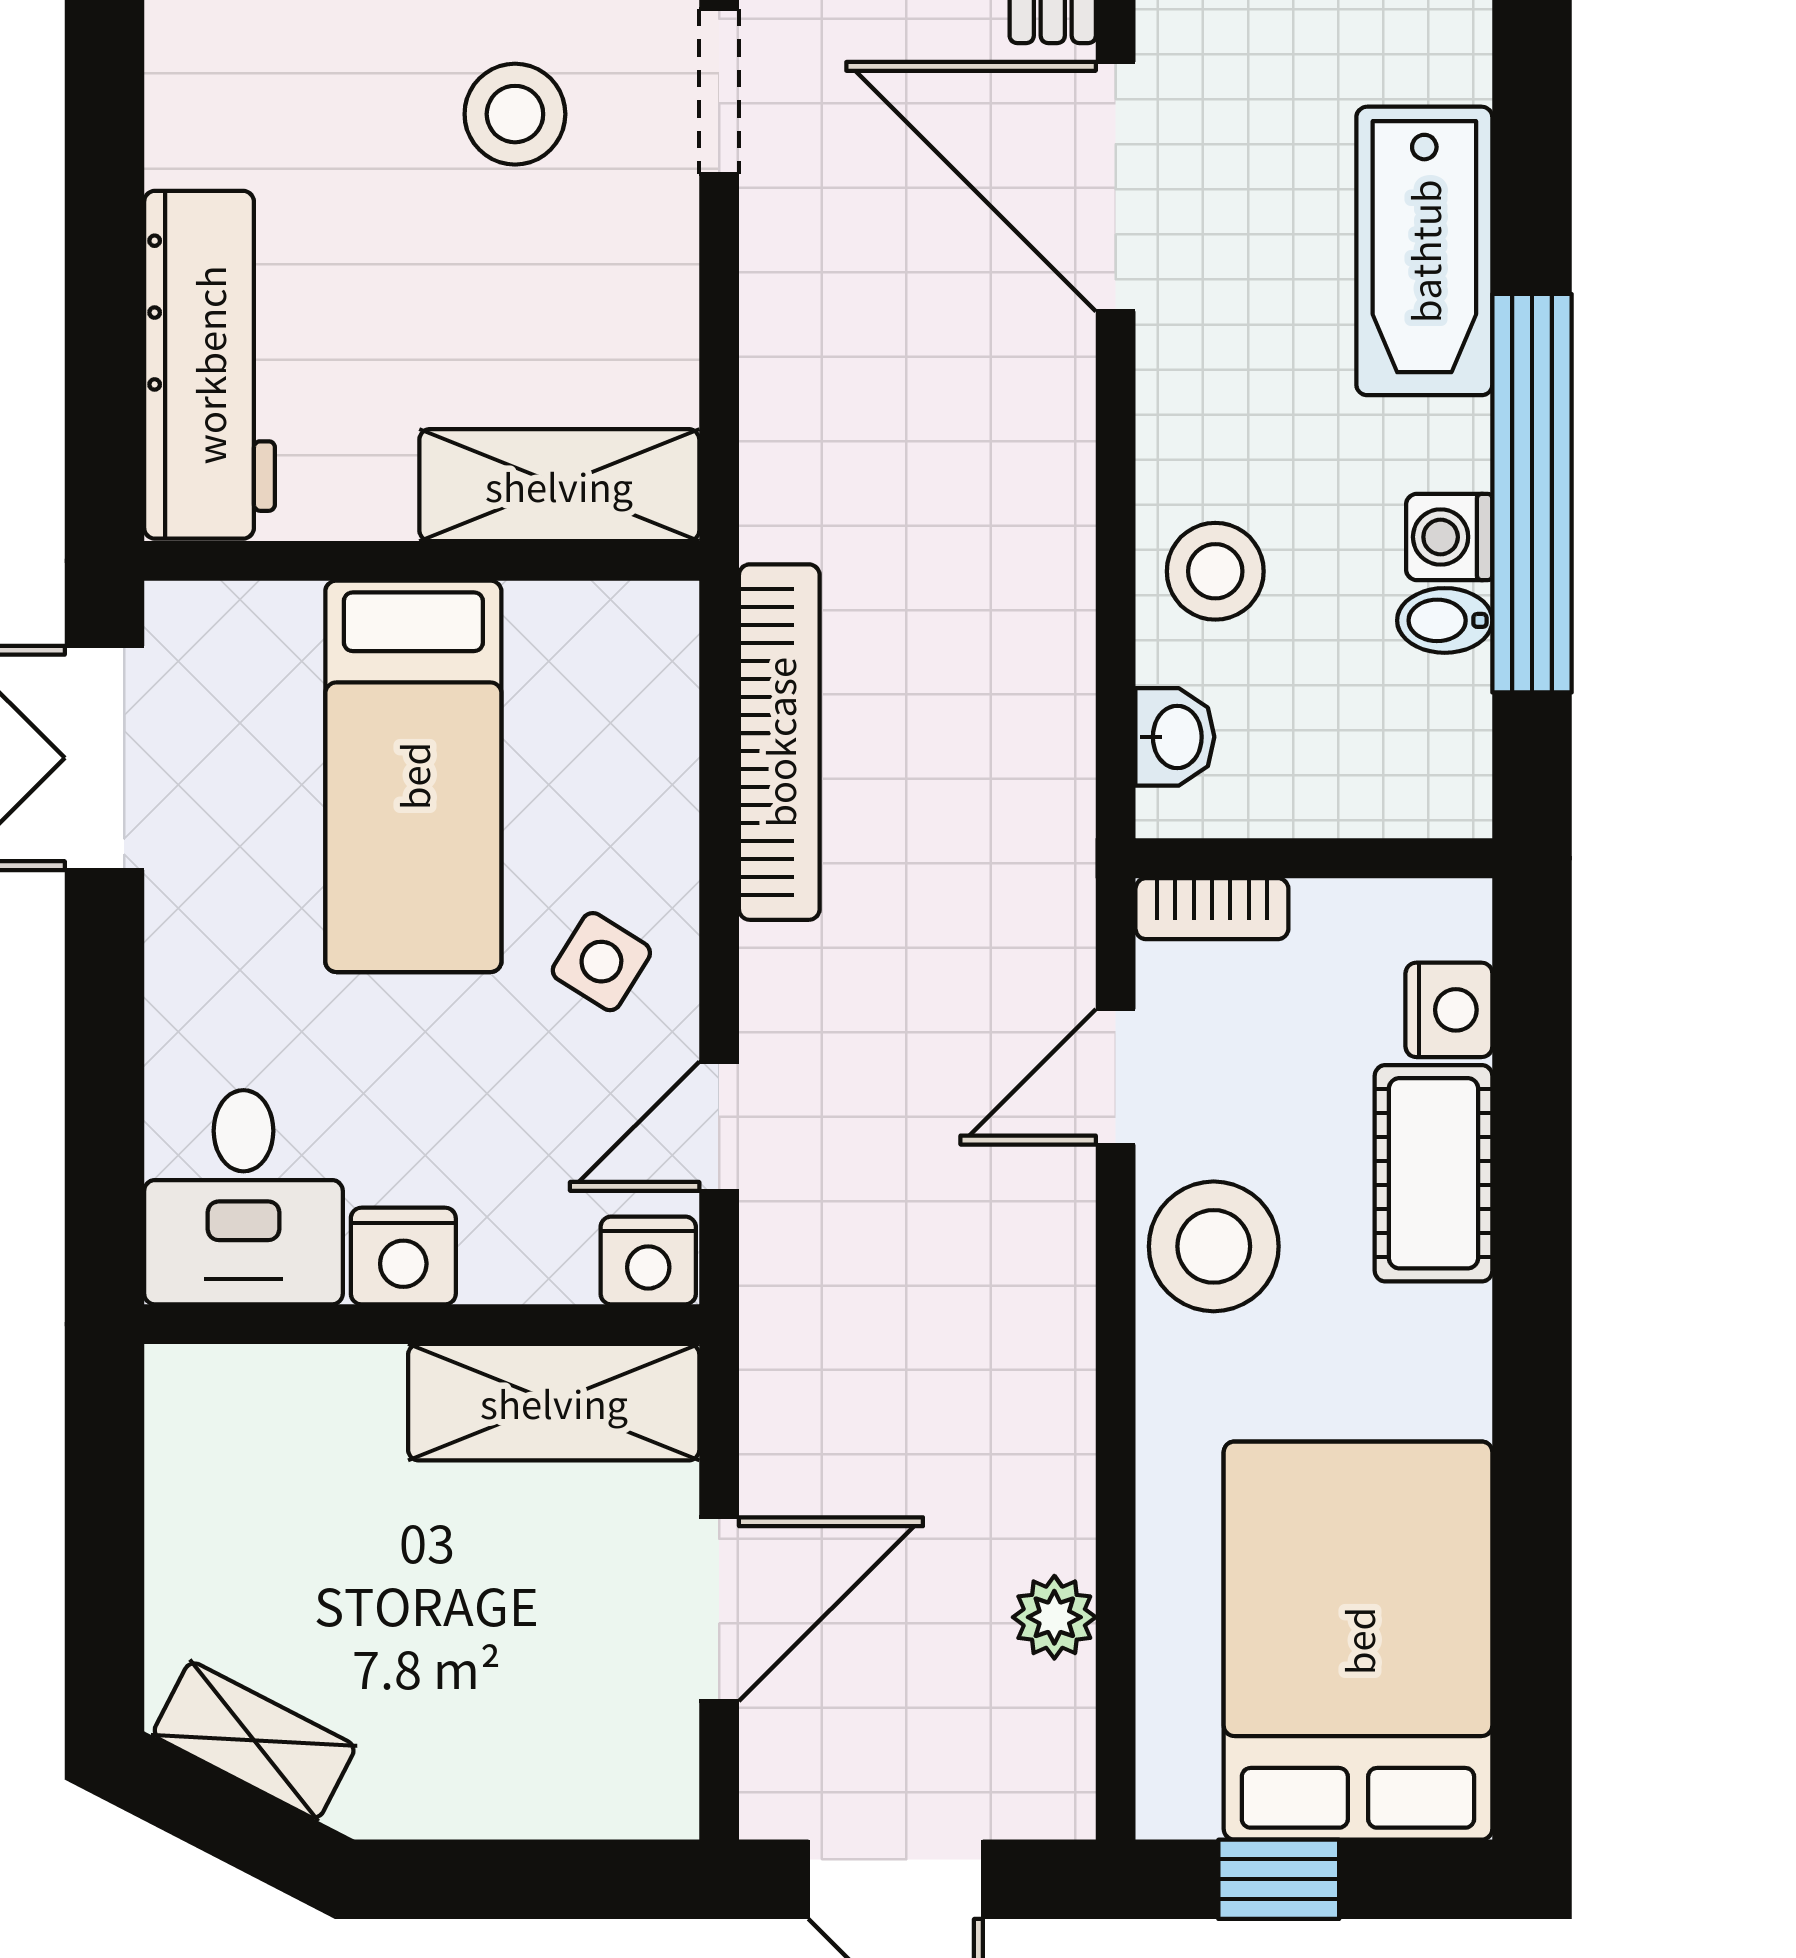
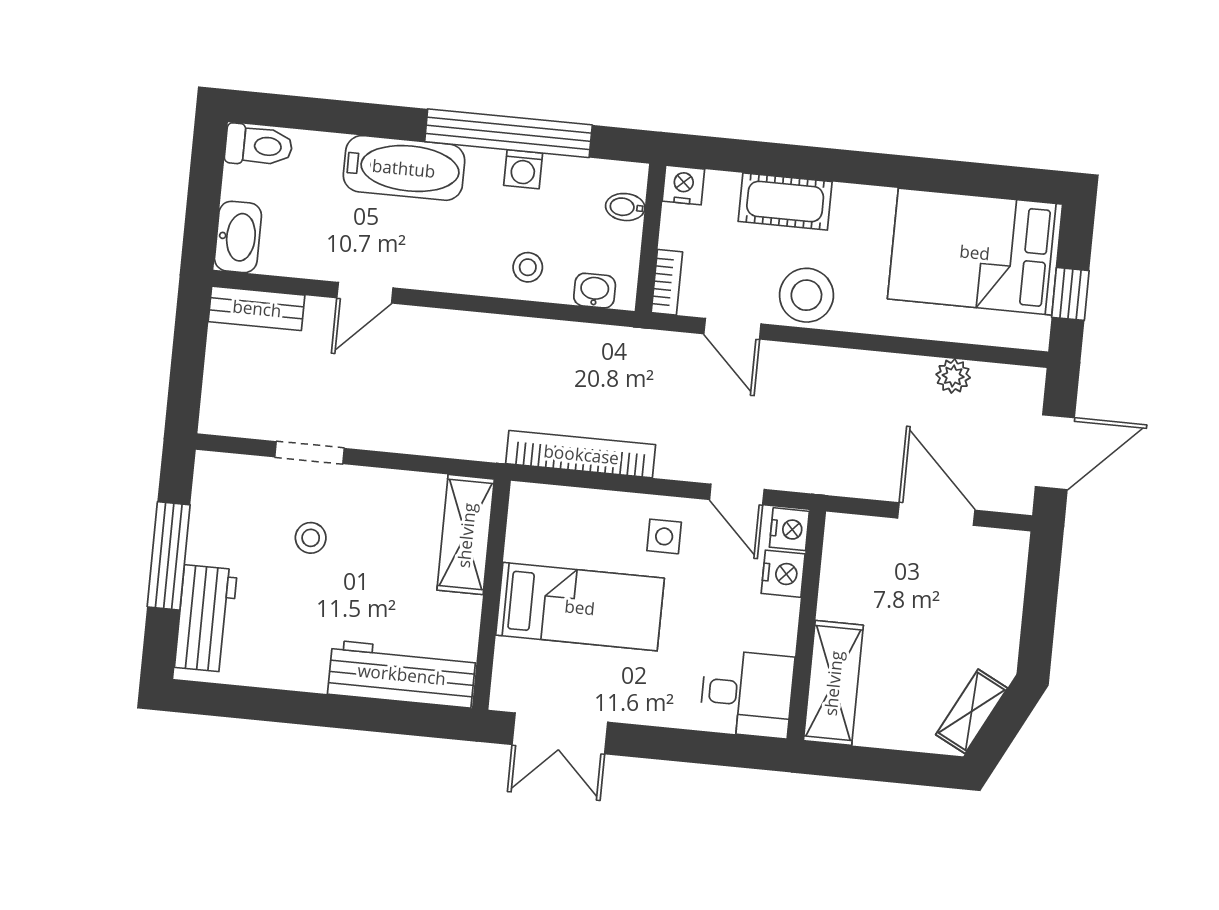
stool: (515, 114) -> (311, 538), width x0.73, depth x0.73
door: (1116, 187) -> (365, 293), width x0.53
stool: (1215, 571) -> (528, 267), width x0.73, depth x0.73
bidet: (1445, 620) -> (625, 207), moved, turned 90
side table: (601, 962) -> (664, 536), turned -32
nightstand: (1449, 1010) -> (683, 185), moved
nightstand: (403, 1256) -> (783, 574), moved
shelving: (554, 1402) -> (833, 683), moved

